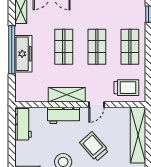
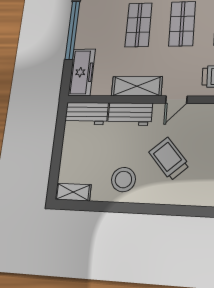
freezer: (23, 54) -> (82, 72), moved
workbench: (23, 124) -> (86, 113), moved, turned 90

